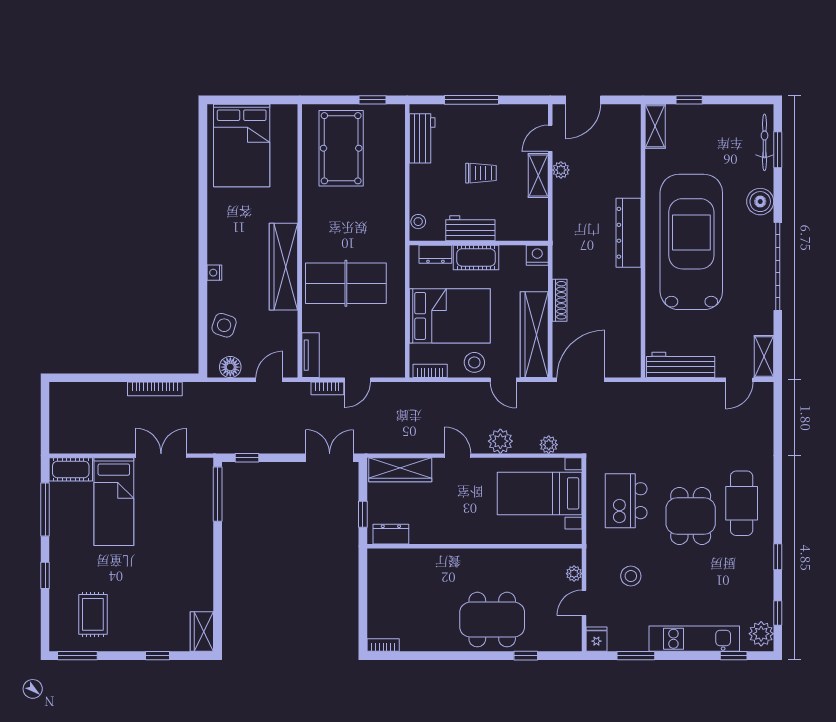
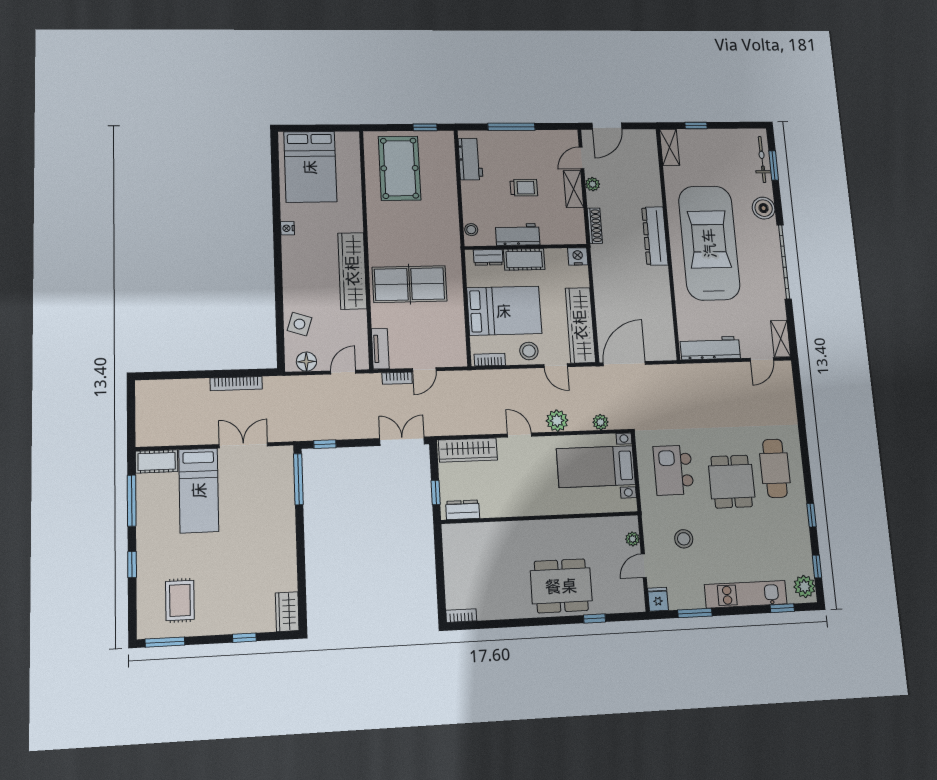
nightstand: (214, 273) -> (288, 228), moved
shoe rack: (560, 300) -> (595, 226), moved

